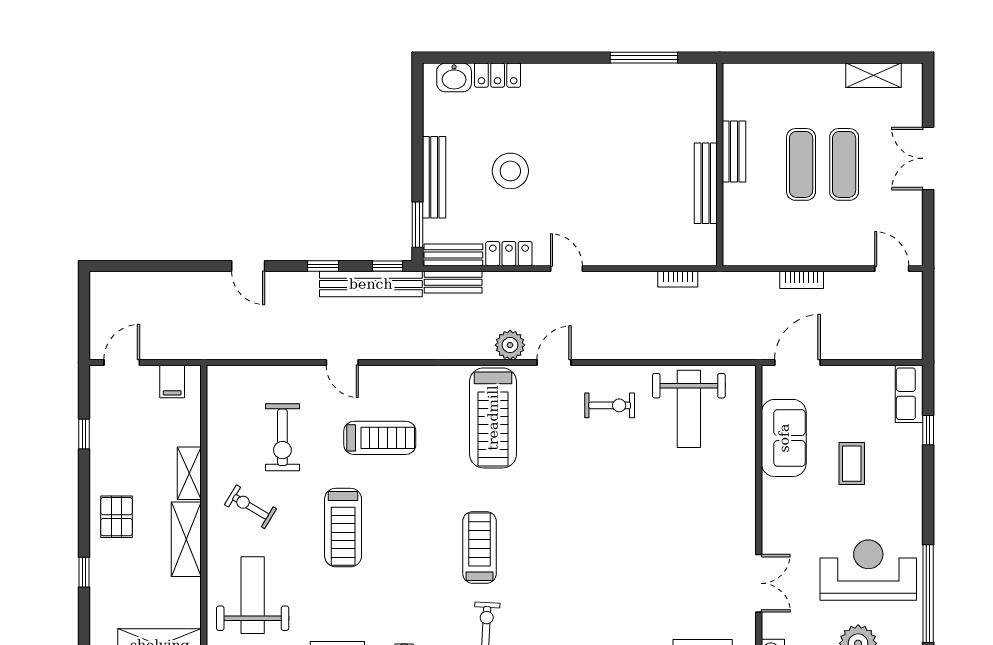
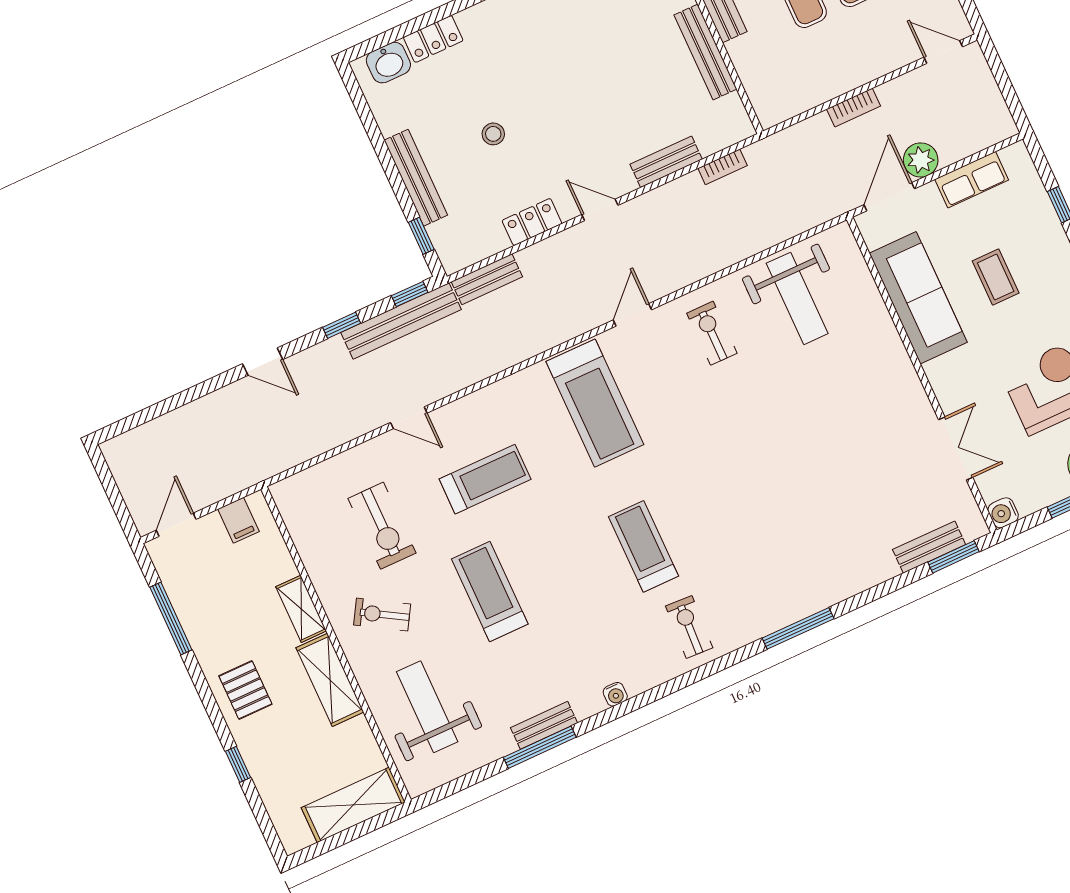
stool: (510, 171) -> (493, 134), width x0.53, depth x0.53
window: (417, 225) -> (421, 236), width x0.67
bench: (453, 255) -> (666, 162), moved
plant: (510, 345) -> (921, 160), moved
row of seats: (909, 394) -> (972, 180), moved, turned -90
exercise bike: (610, 405) -> (712, 333), turned -90
window: (84, 434) -> (171, 619), width x2.17
sofa: (784, 438) -> (918, 298), width x1.36
treadmill: (343, 528) -> (490, 592), turned 180

